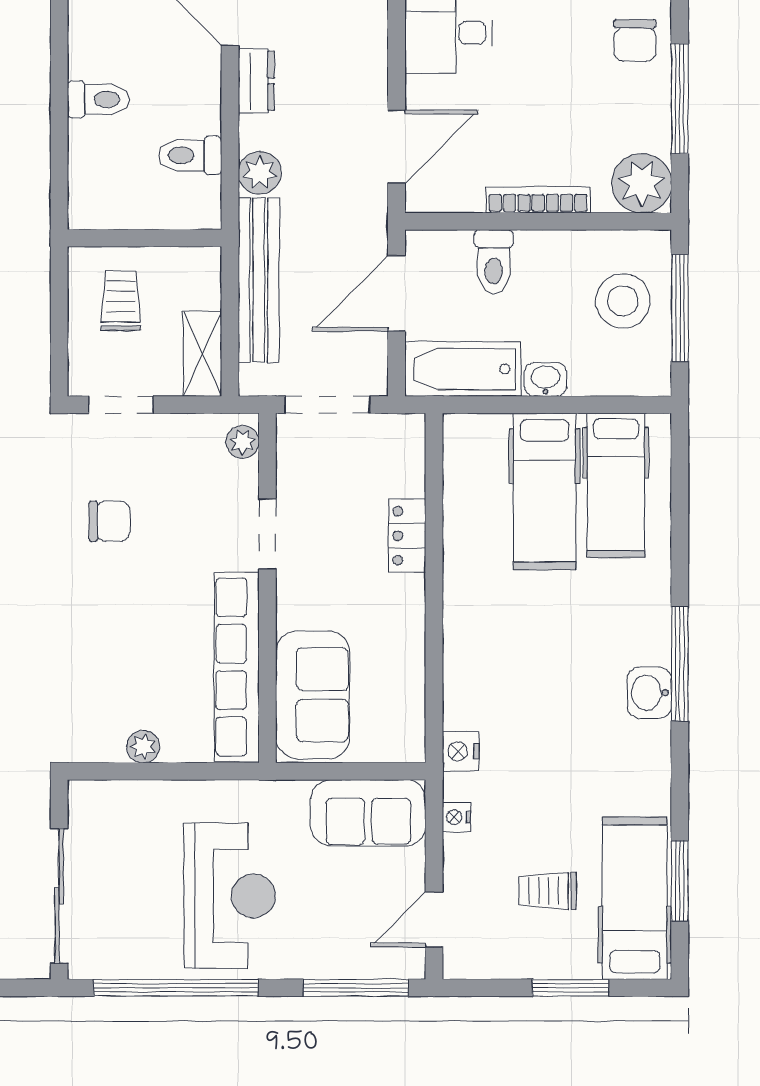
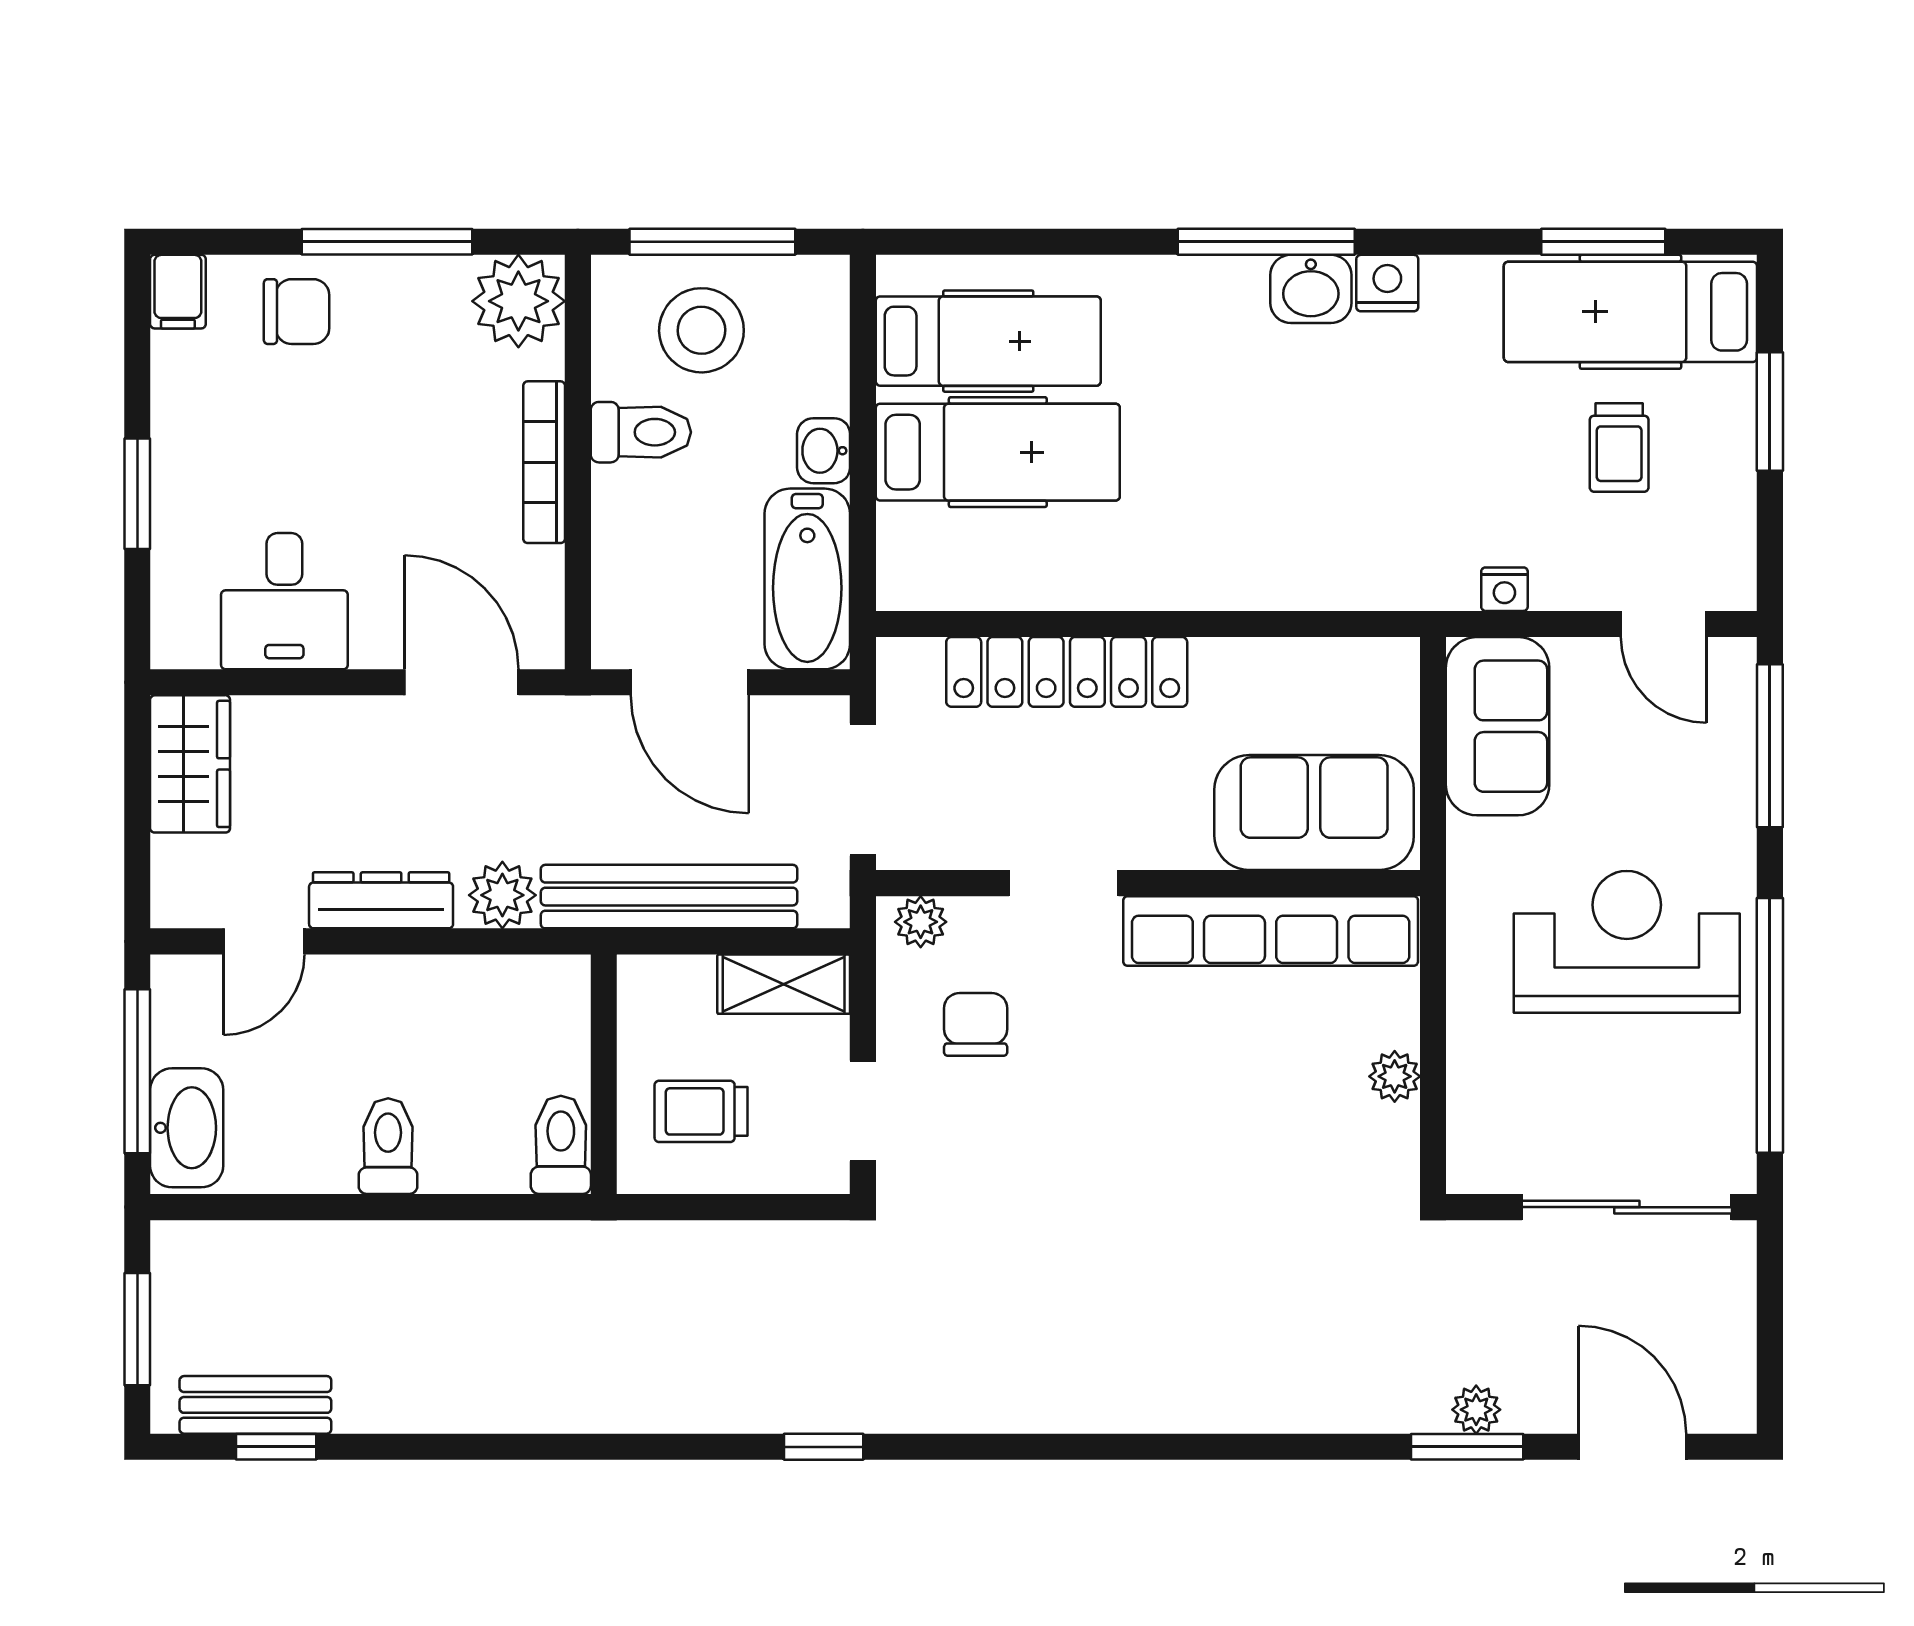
dresser: (256, 81) -> (381, 900), width x1.44
toilet: (190, 155) -> (561, 1145), moved, turned 180
toilet: (494, 262) -> (641, 432), moved
chair: (109, 521) -> (976, 1024), moved
locker: (407, 536) -> (1067, 672), width x2.16, depth x1.21
nightstand: (461, 751) -> (1387, 283), moved, turned 180

